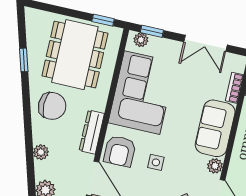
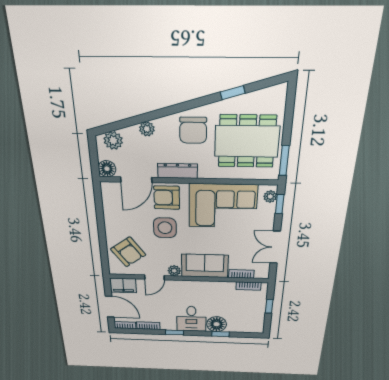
window: (103, 20) -> (284, 161), width x1.50
side table: (156, 162) -> (165, 228), width x1.87, depth x1.87

